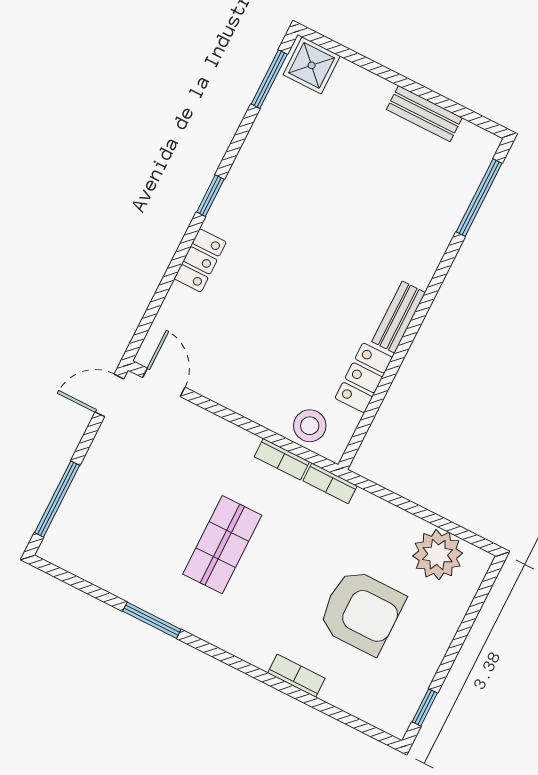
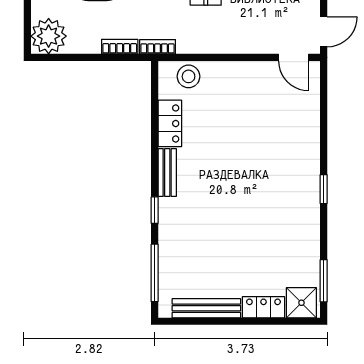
bench: (424, 114) -> (206, 308), width x1.36
locker: (200, 260) -> (263, 307), moved, turned 90
window: (439, 277) -> (155, 210), added
bookcase: (282, 459) -> (120, 47), moved
plant: (438, 555) -> (49, 36), moved

